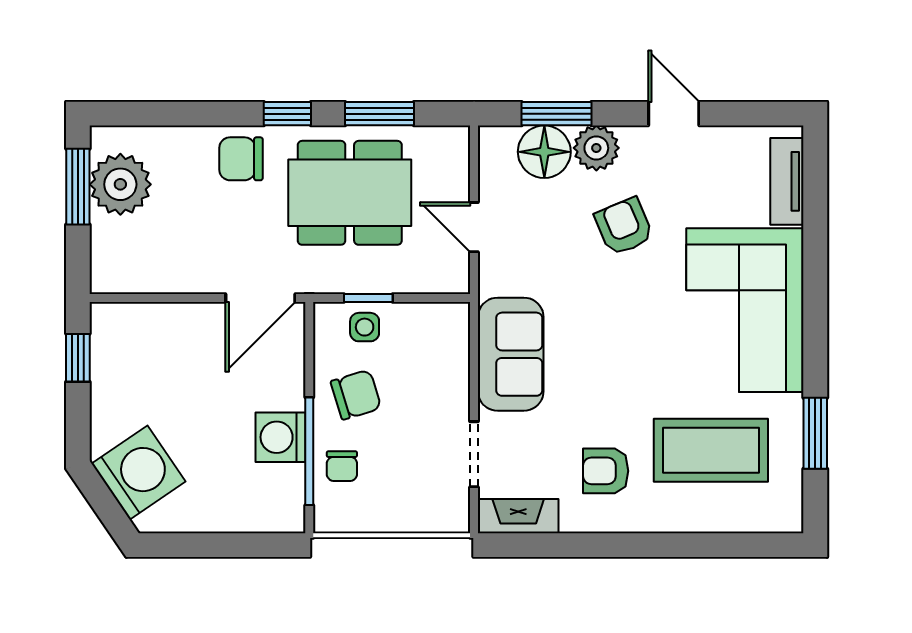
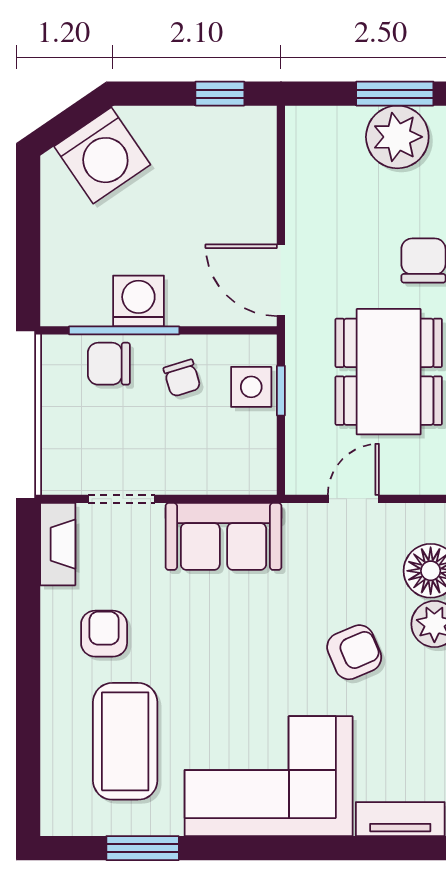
side table: (365, 327) -> (251, 387), width x1.37, depth x1.37
chair: (356, 395) -> (182, 378), width x0.73, depth x0.73
chair: (342, 466) -> (109, 364), width x1.37, depth x1.37

